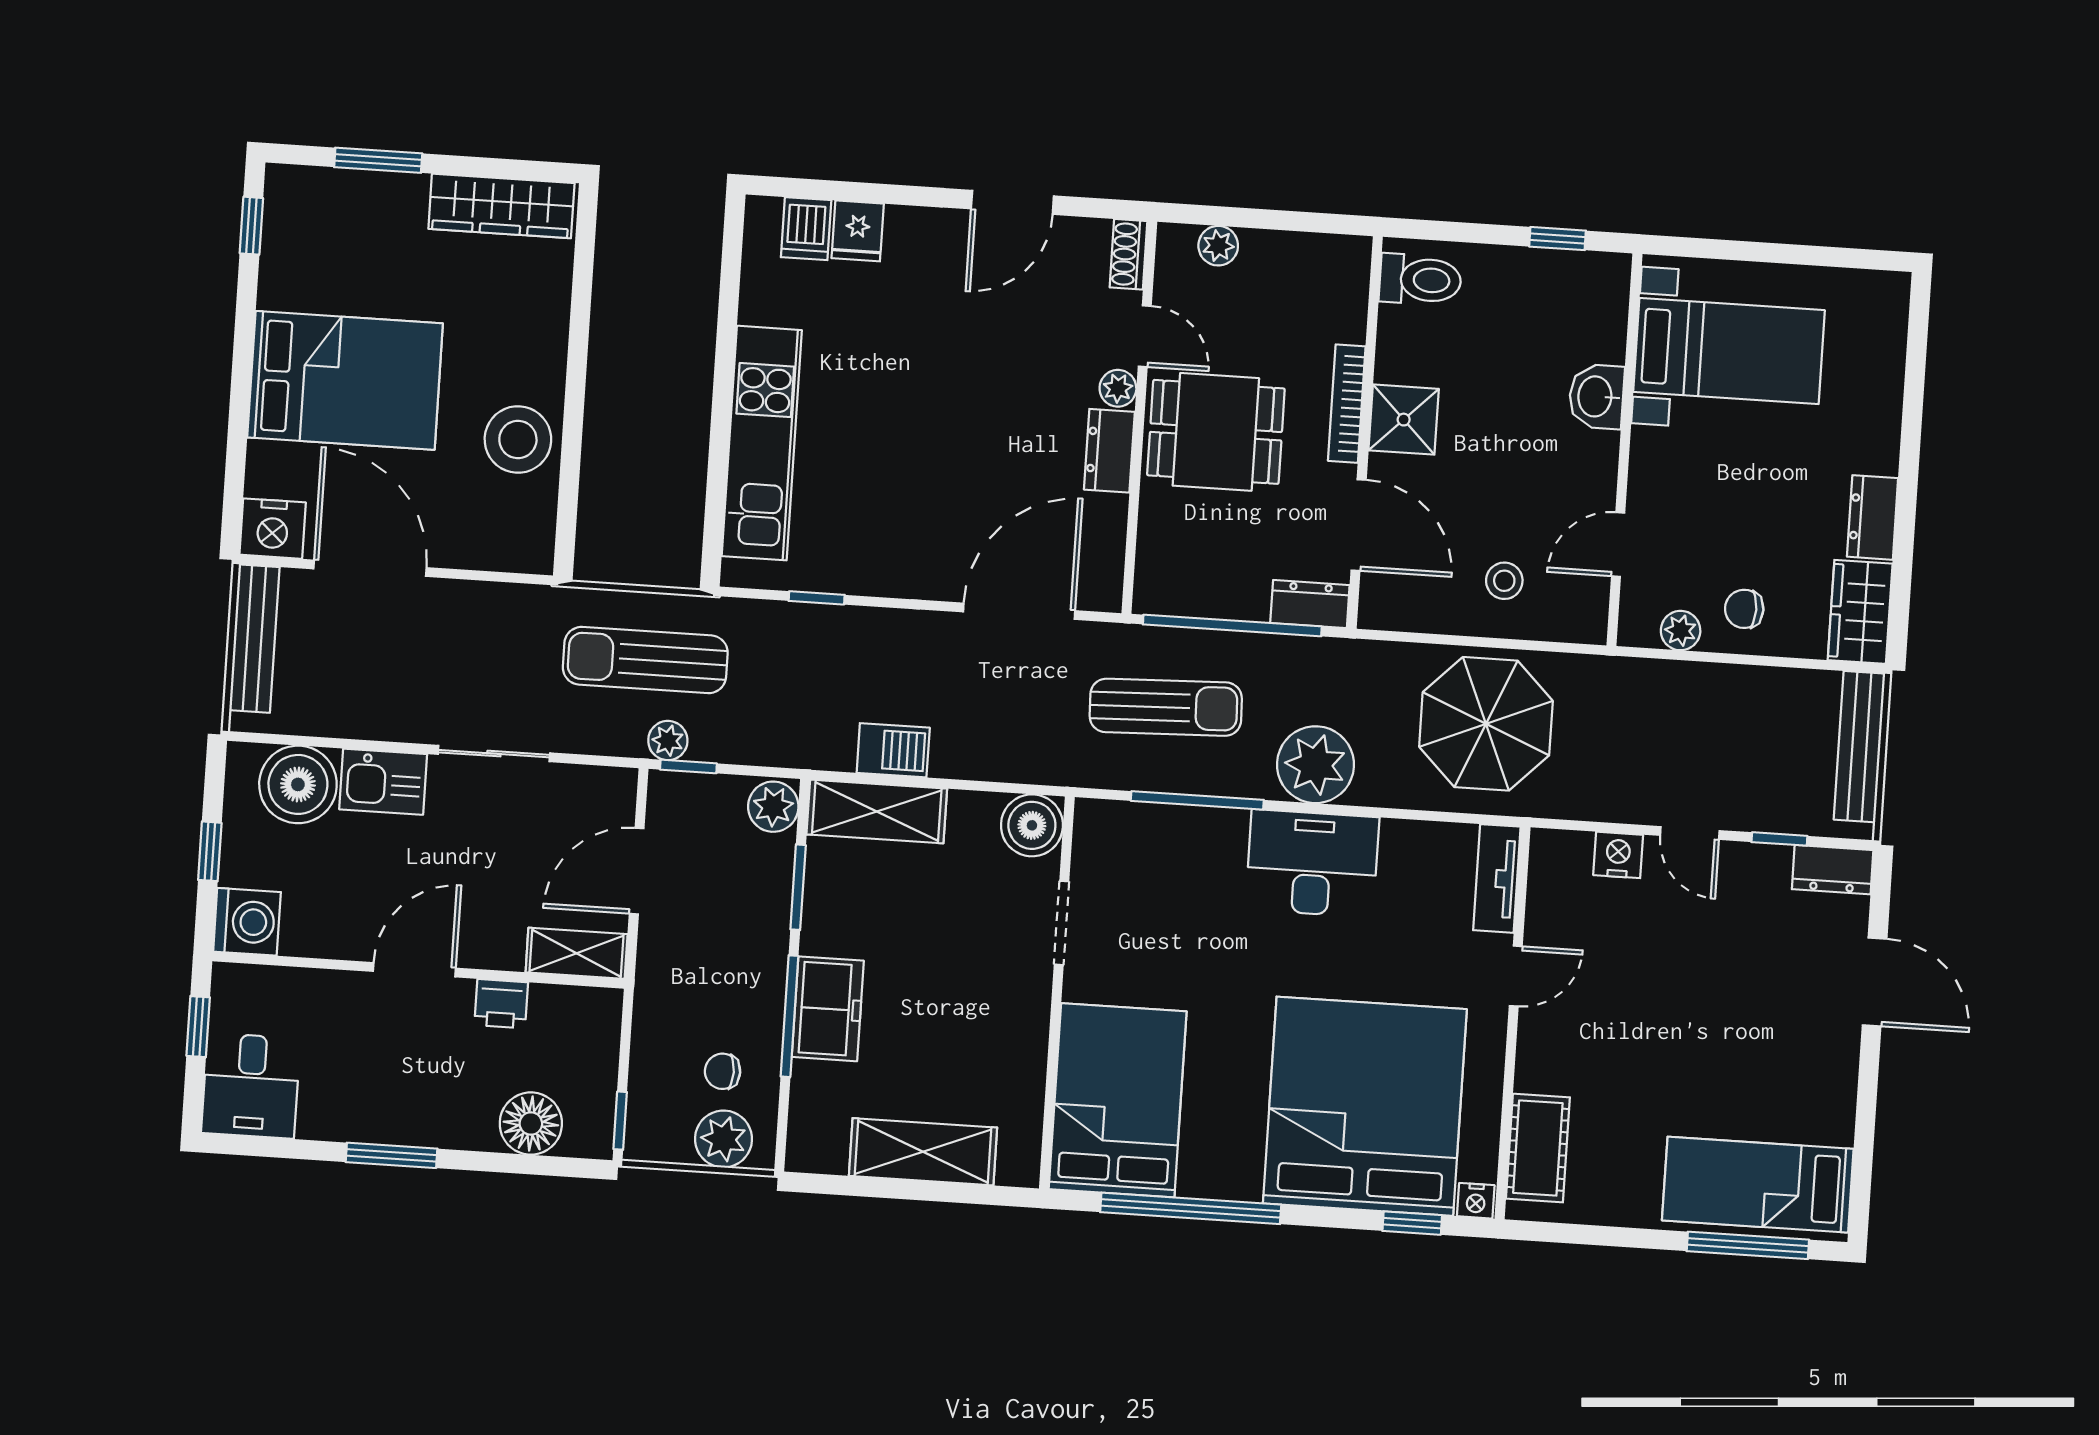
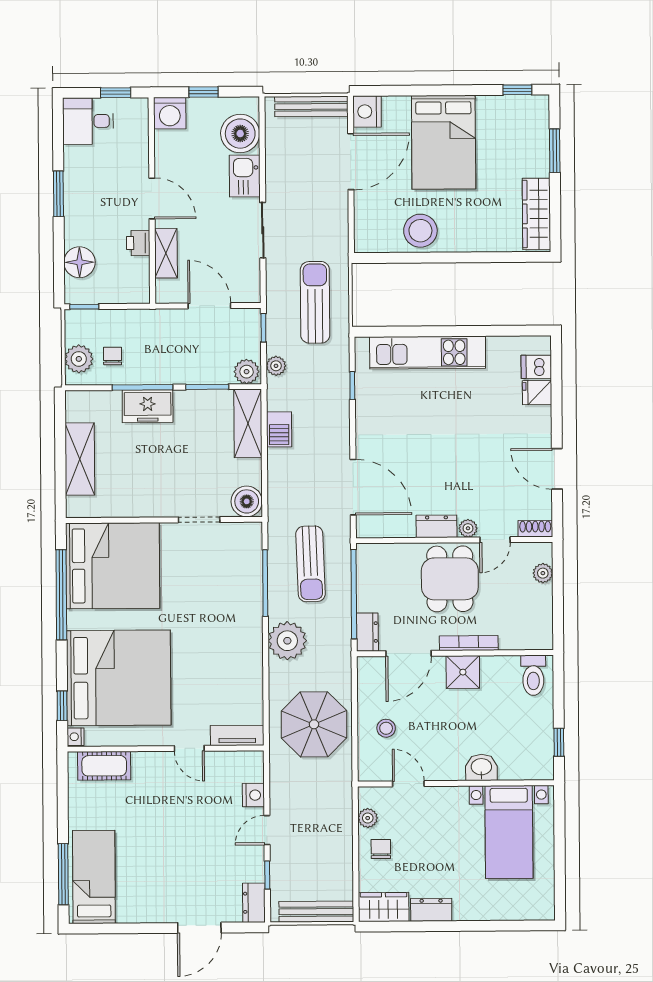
plant: (668, 741) -> (276, 366), moved
desk: (1312, 863) -> (238, 643), removed
shelving: (577, 953) -> (166, 253), moved
bed: (1118, 1100) -> (113, 566), width x1.36

